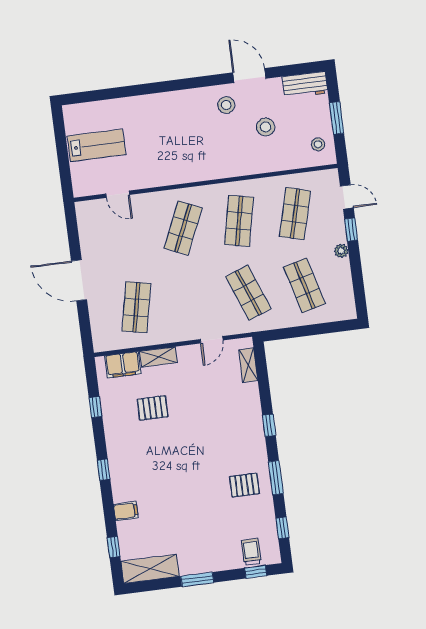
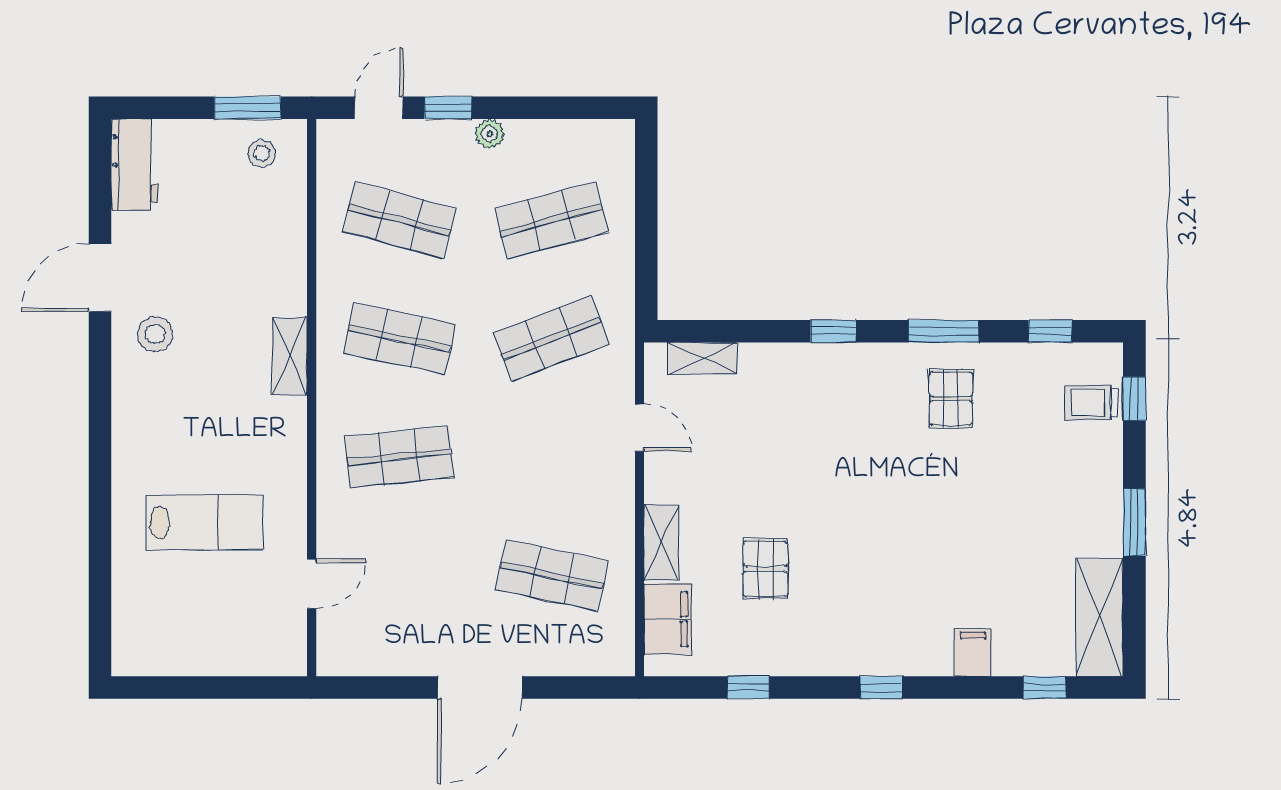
window: (337, 118) -> (248, 108), moved
stool: (266, 127) -> (211, 258), removed
lab bench: (96, 145) -> (204, 522), moved, turned 90
shelving: (224, 170) -> (290, 356), added
shop shelf: (183, 228) -> (399, 457), turned -30

